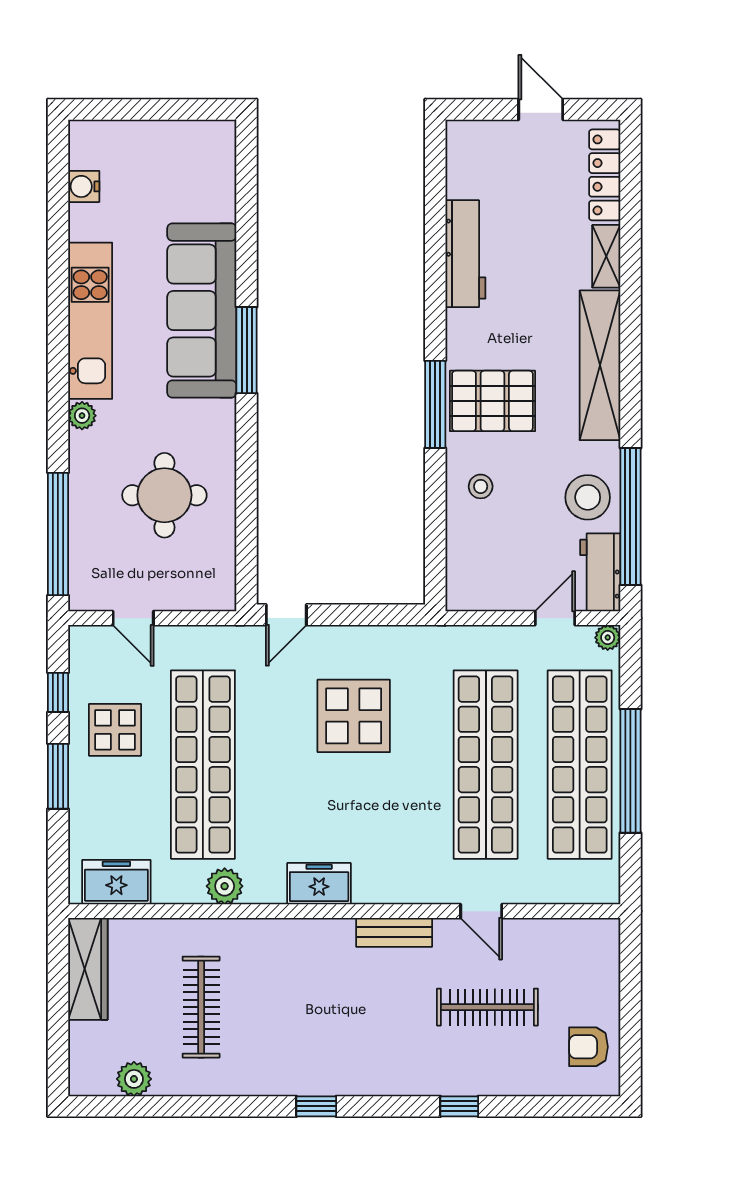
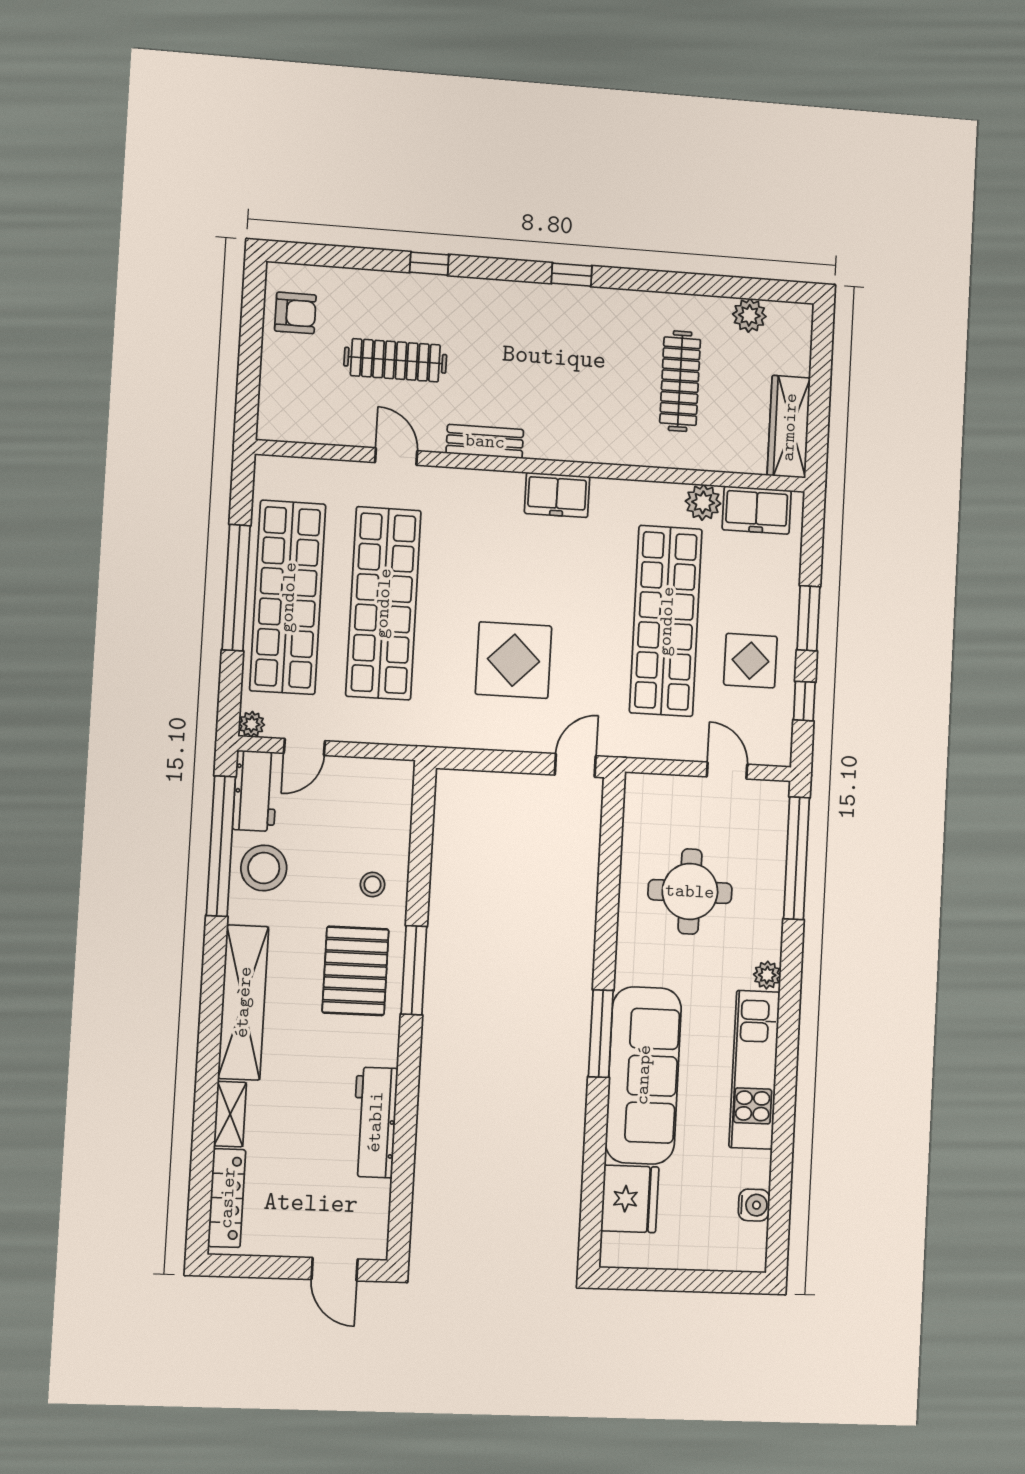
door: (541, 110) -> (335, 1269), moved
fridge: (209, 188) -> (630, 1199), added
pallet: (492, 401) -> (355, 971), turned 90
plant: (225, 886) -> (703, 502), moved

